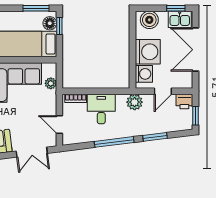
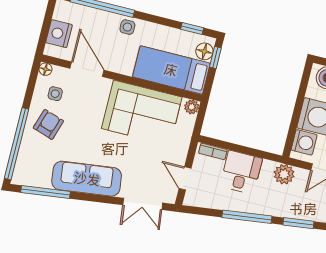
window: (36, 8) -> (192, 29), width x0.67
plant: (51, 83) -> (192, 107), moved

